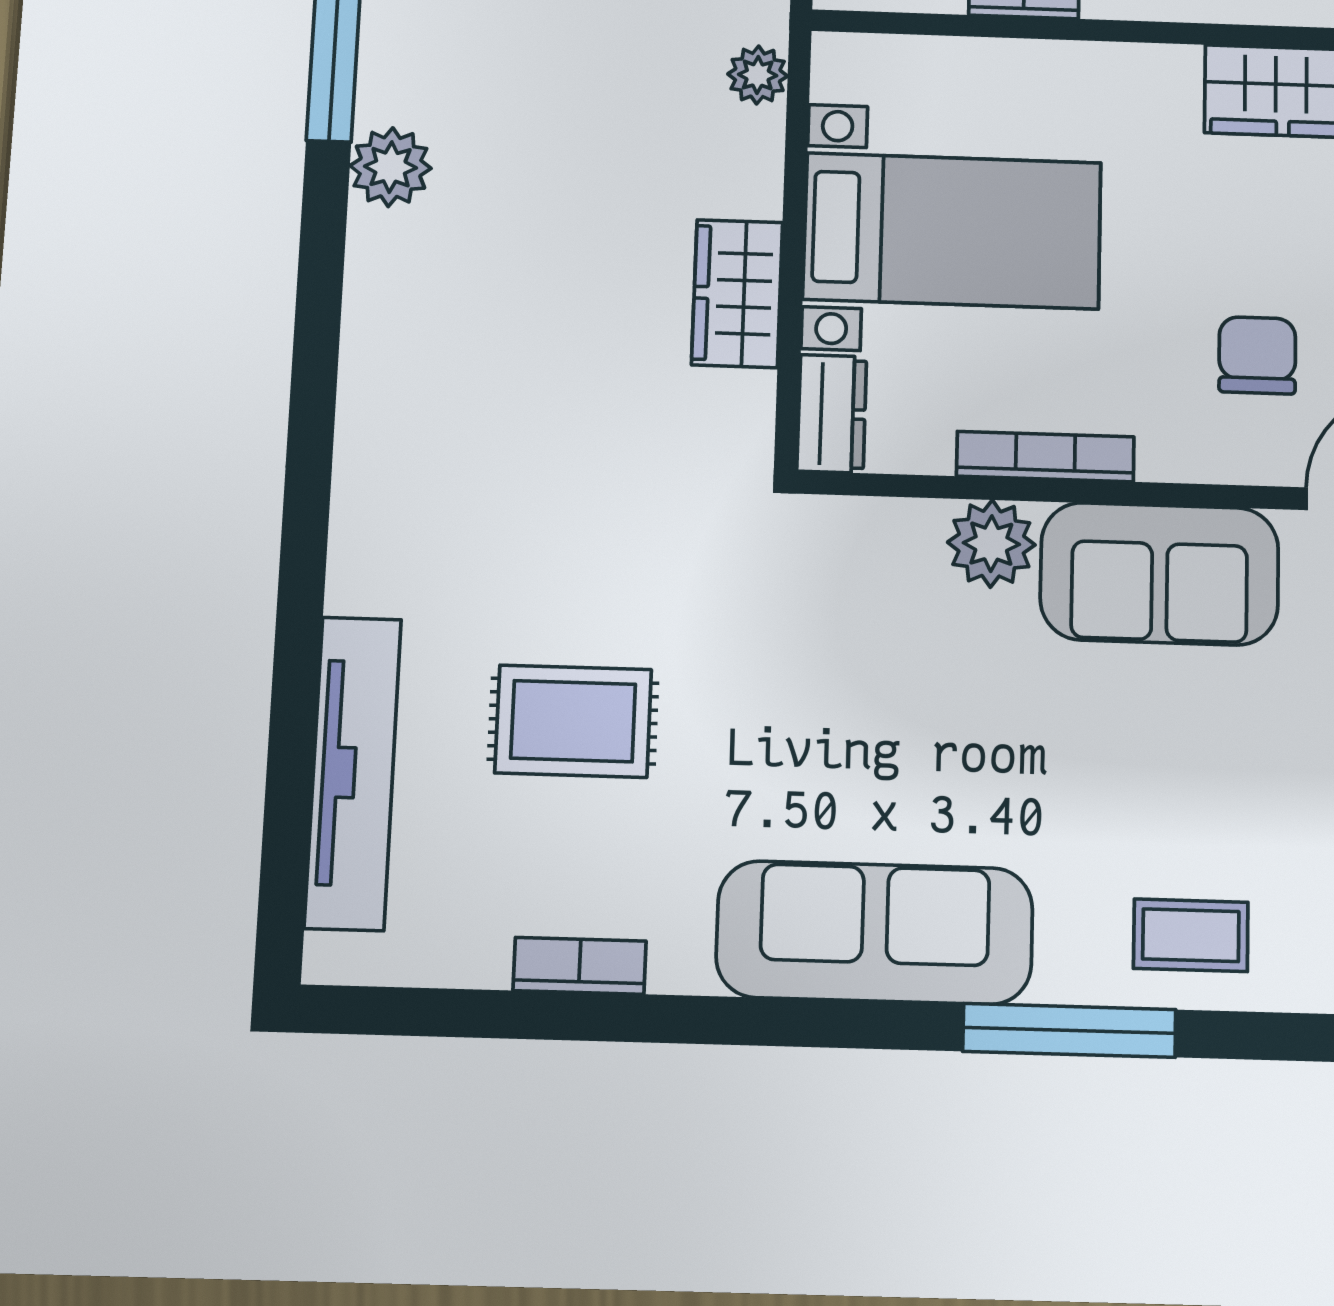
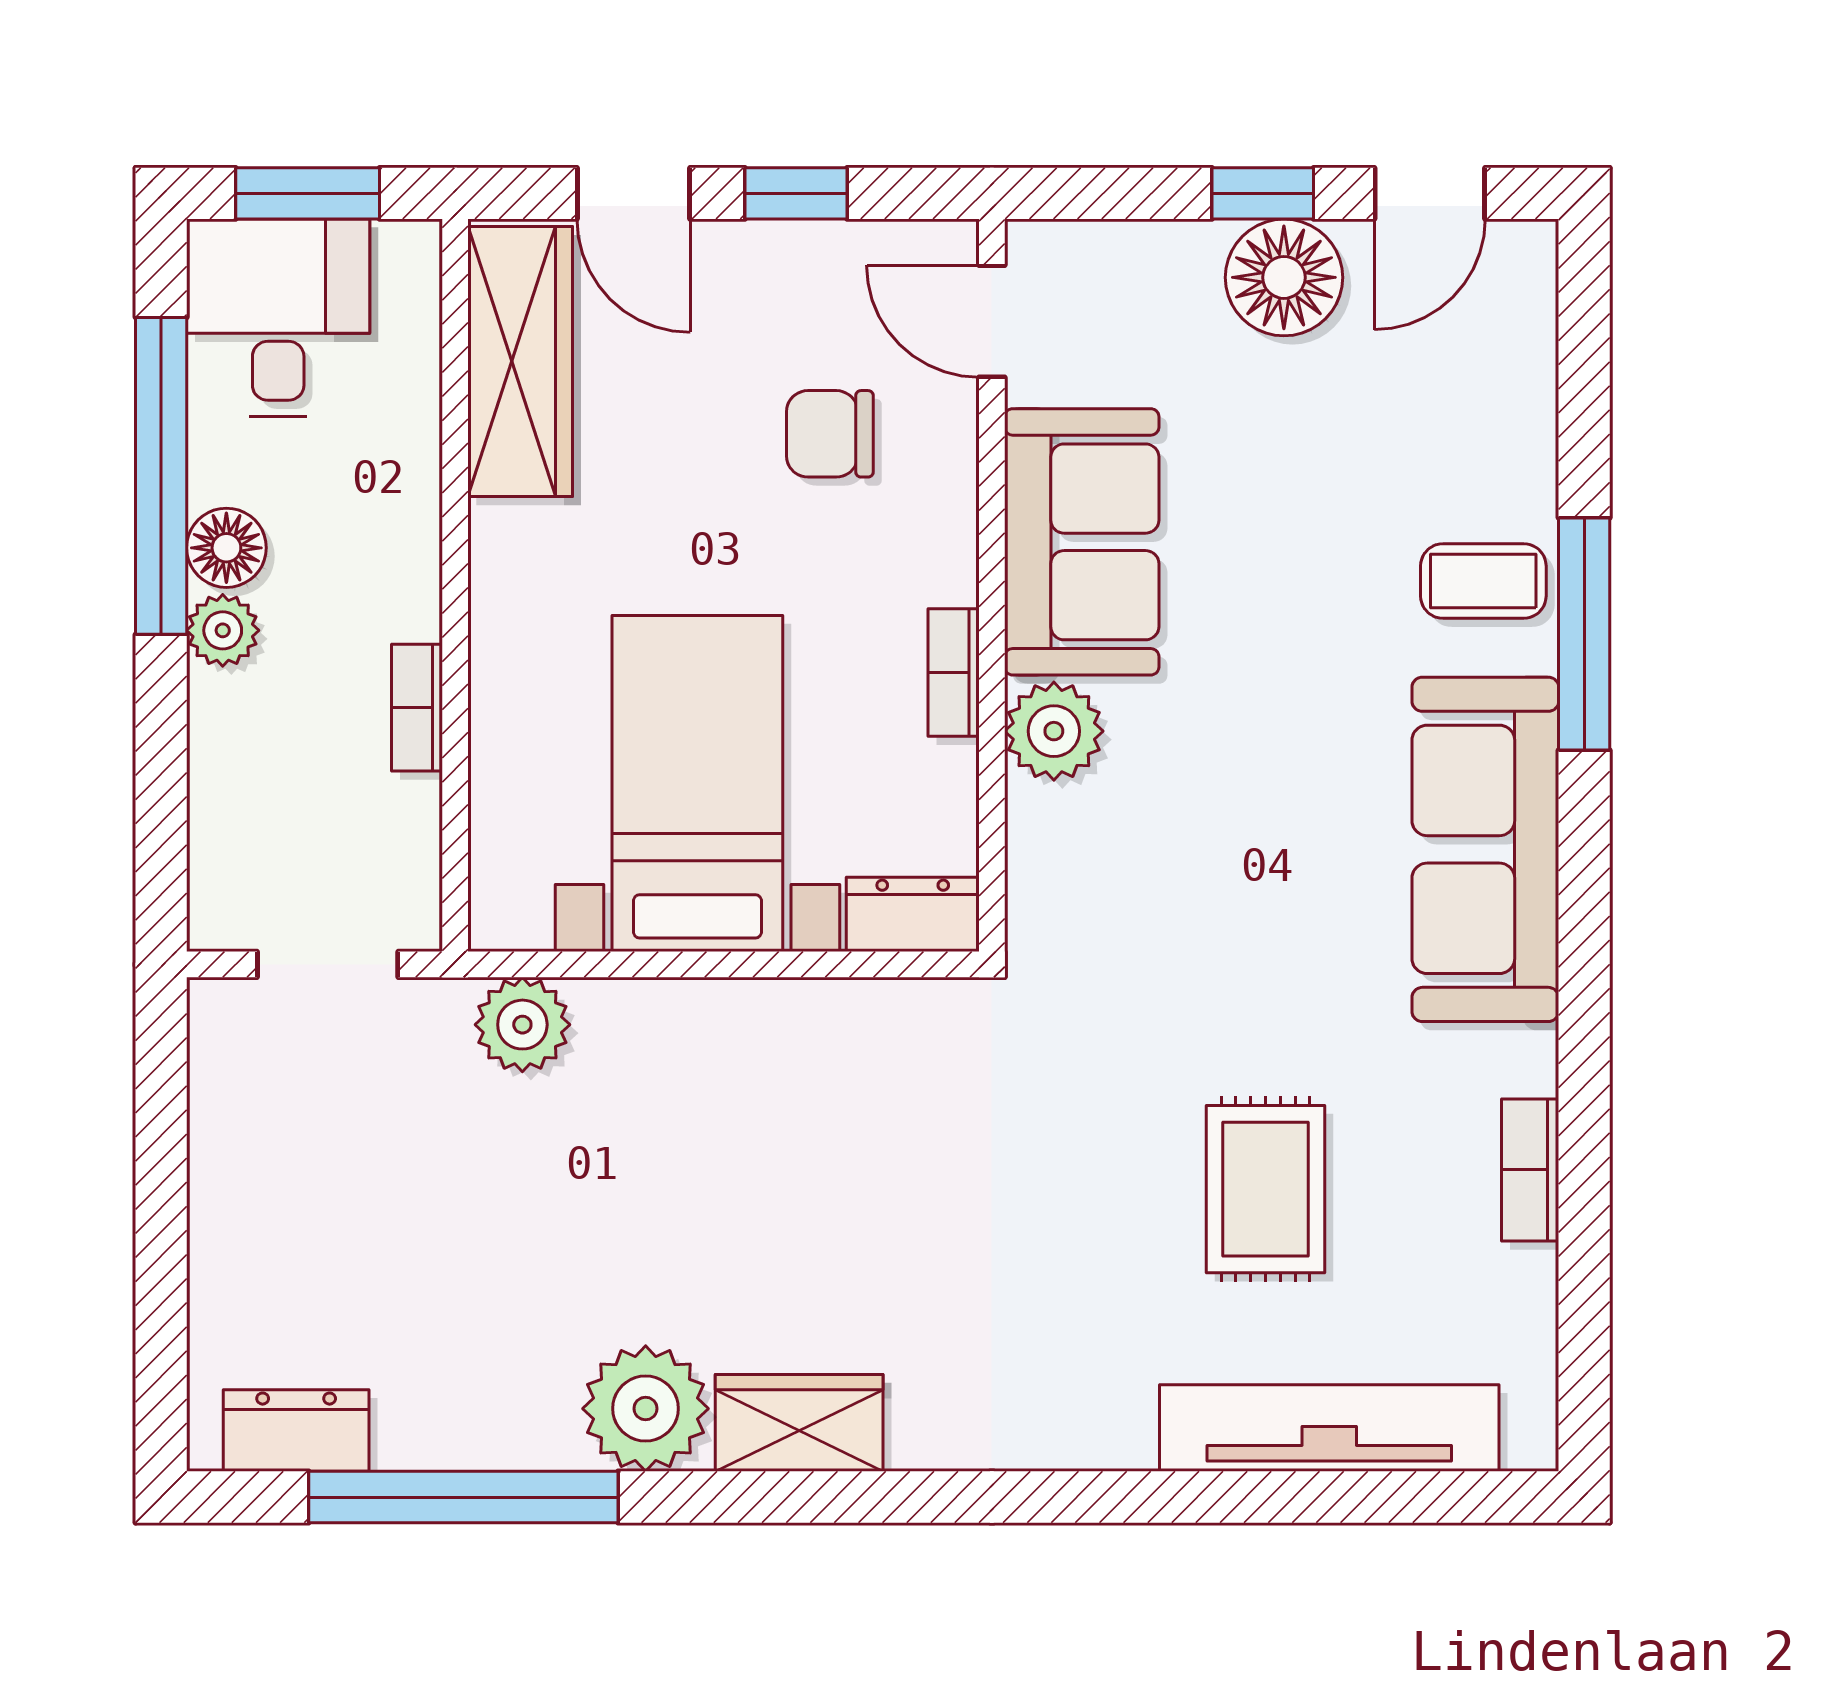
plant: (758, 75) -> (522, 1025), width x1.38, depth x1.38
plant: (390, 167) -> (646, 1409), width x1.36, depth x1.36
wardrobe: (737, 294) -> (799, 1423), moved, turned 180
bookcase: (1045, 457) -> (954, 672), width x0.64
coffee table: (1191, 935) -> (1483, 581), moved, turned 90

